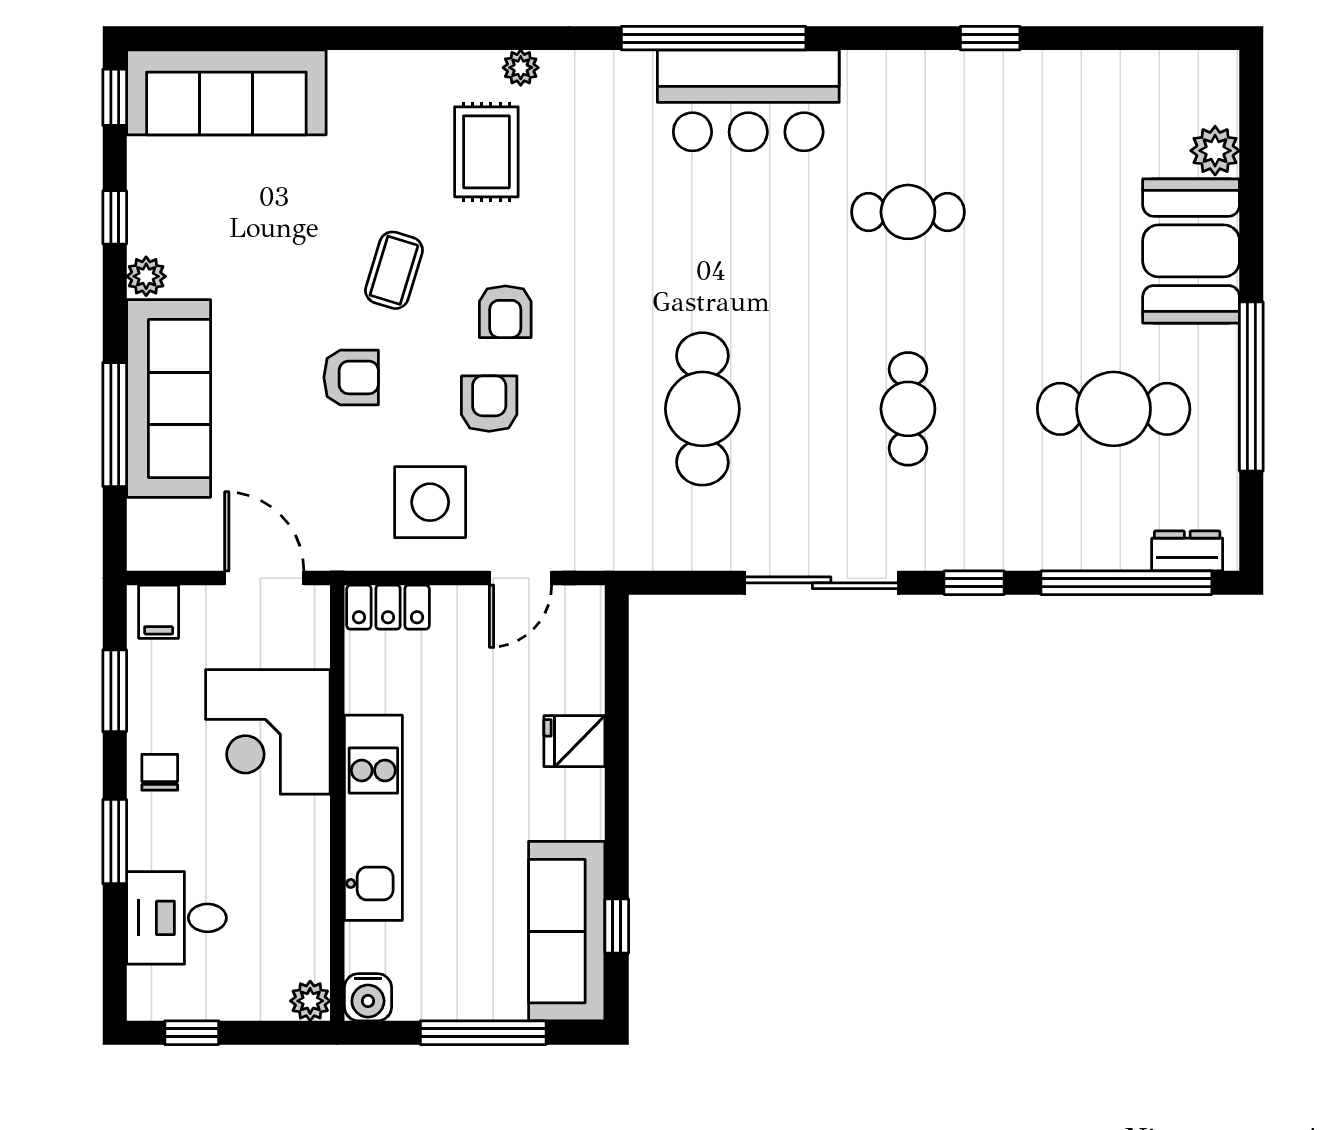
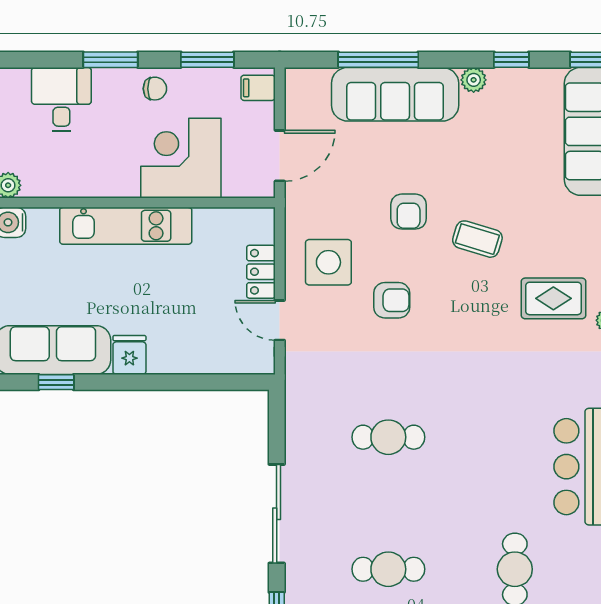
armchair: (505, 312) -> (451, 311), removed
cafe table: (702, 409) -> (388, 437), width x0.73, depth x0.74
locker: (388, 607) -> (261, 272), moved
fridge: (574, 741) -> (129, 355), moved

